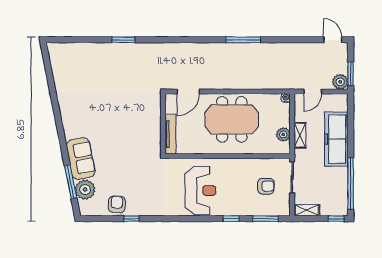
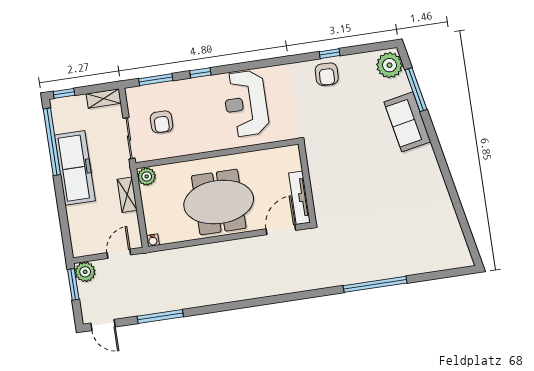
window: (123, 40) -> (375, 284), width x2.11
window: (243, 40) -> (160, 316), moved
tv unit: (170, 134) -> (300, 198), moved
plant: (283, 134) -> (147, 176), moved
freezer: (336, 139) -> (75, 168), moved
armchair: (266, 186) -> (162, 122), turned -90
plant: (85, 190) -> (390, 65), moved
armchair: (117, 204) -> (327, 74), moved

